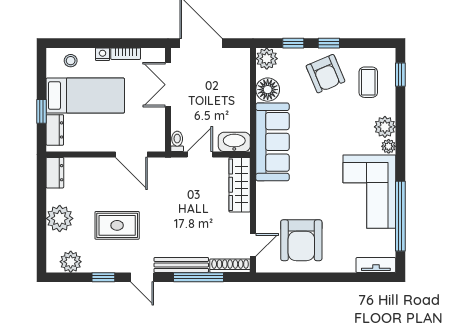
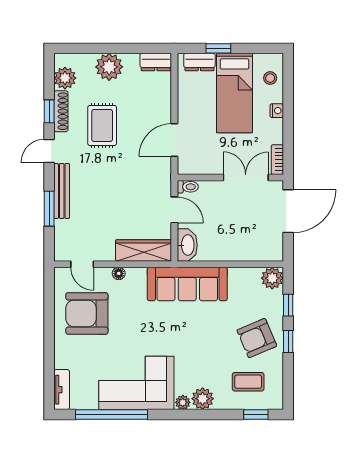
bookcase: (126, 54) -> (277, 160), moved
floor lamp: (268, 90) -> (119, 273), moved, width x0.53, depth x0.53
shoe rack: (230, 266) -> (61, 111), moved
window: (199, 277) -> (49, 209), width x0.69

